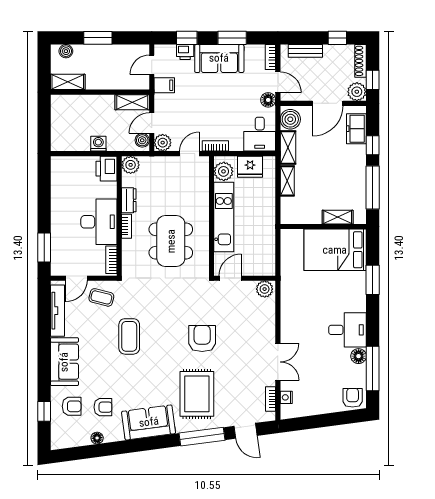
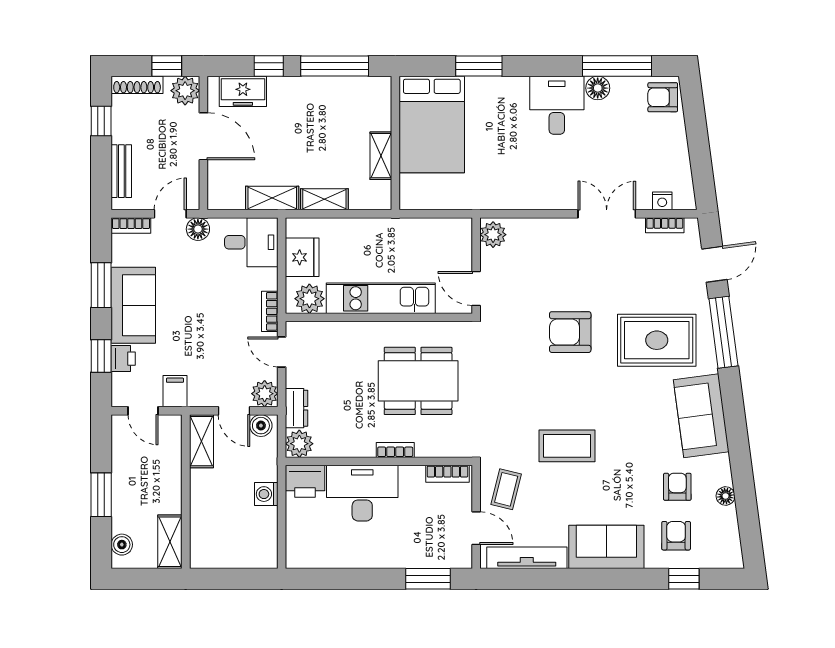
boiler: (290, 119) -> (228, 194), removed
dresser: (129, 200) -> (297, 408), moved, turned 90
shelving: (338, 217) -> (381, 156), moved
desk: (99, 222) -> (362, 493), moved

